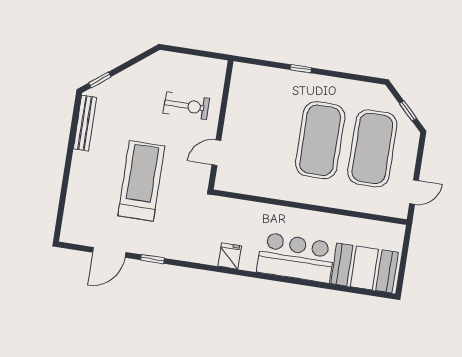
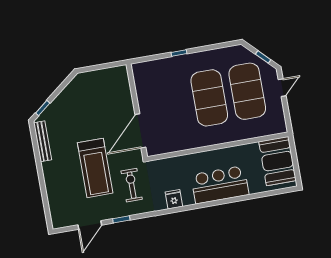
exercise bike: (186, 106) -> (132, 185), moved, turned -90
door: (216, 153) -> (140, 131), width x1.88
treadmill: (141, 181) -> (95, 168), turned 180
door: (414, 192) -> (282, 88), moved
booth: (364, 268) -> (278, 161), moved, turned 90

